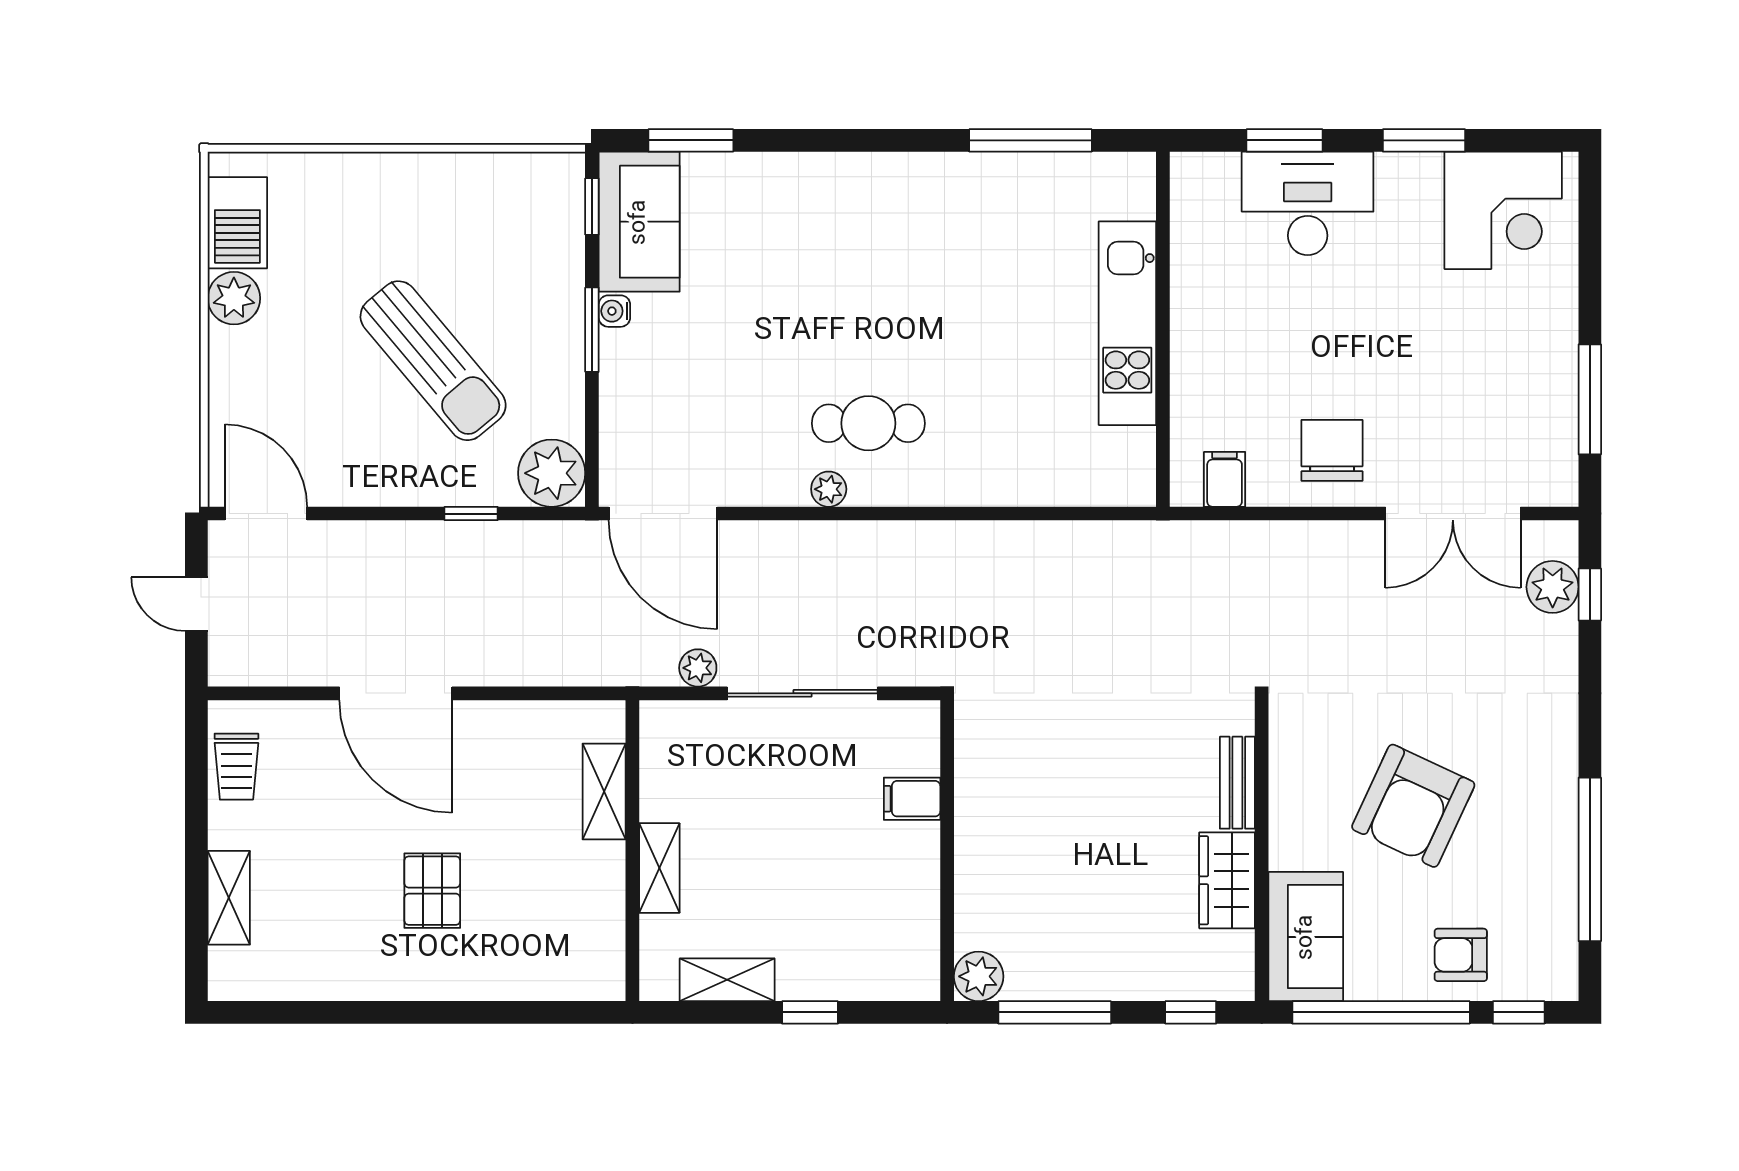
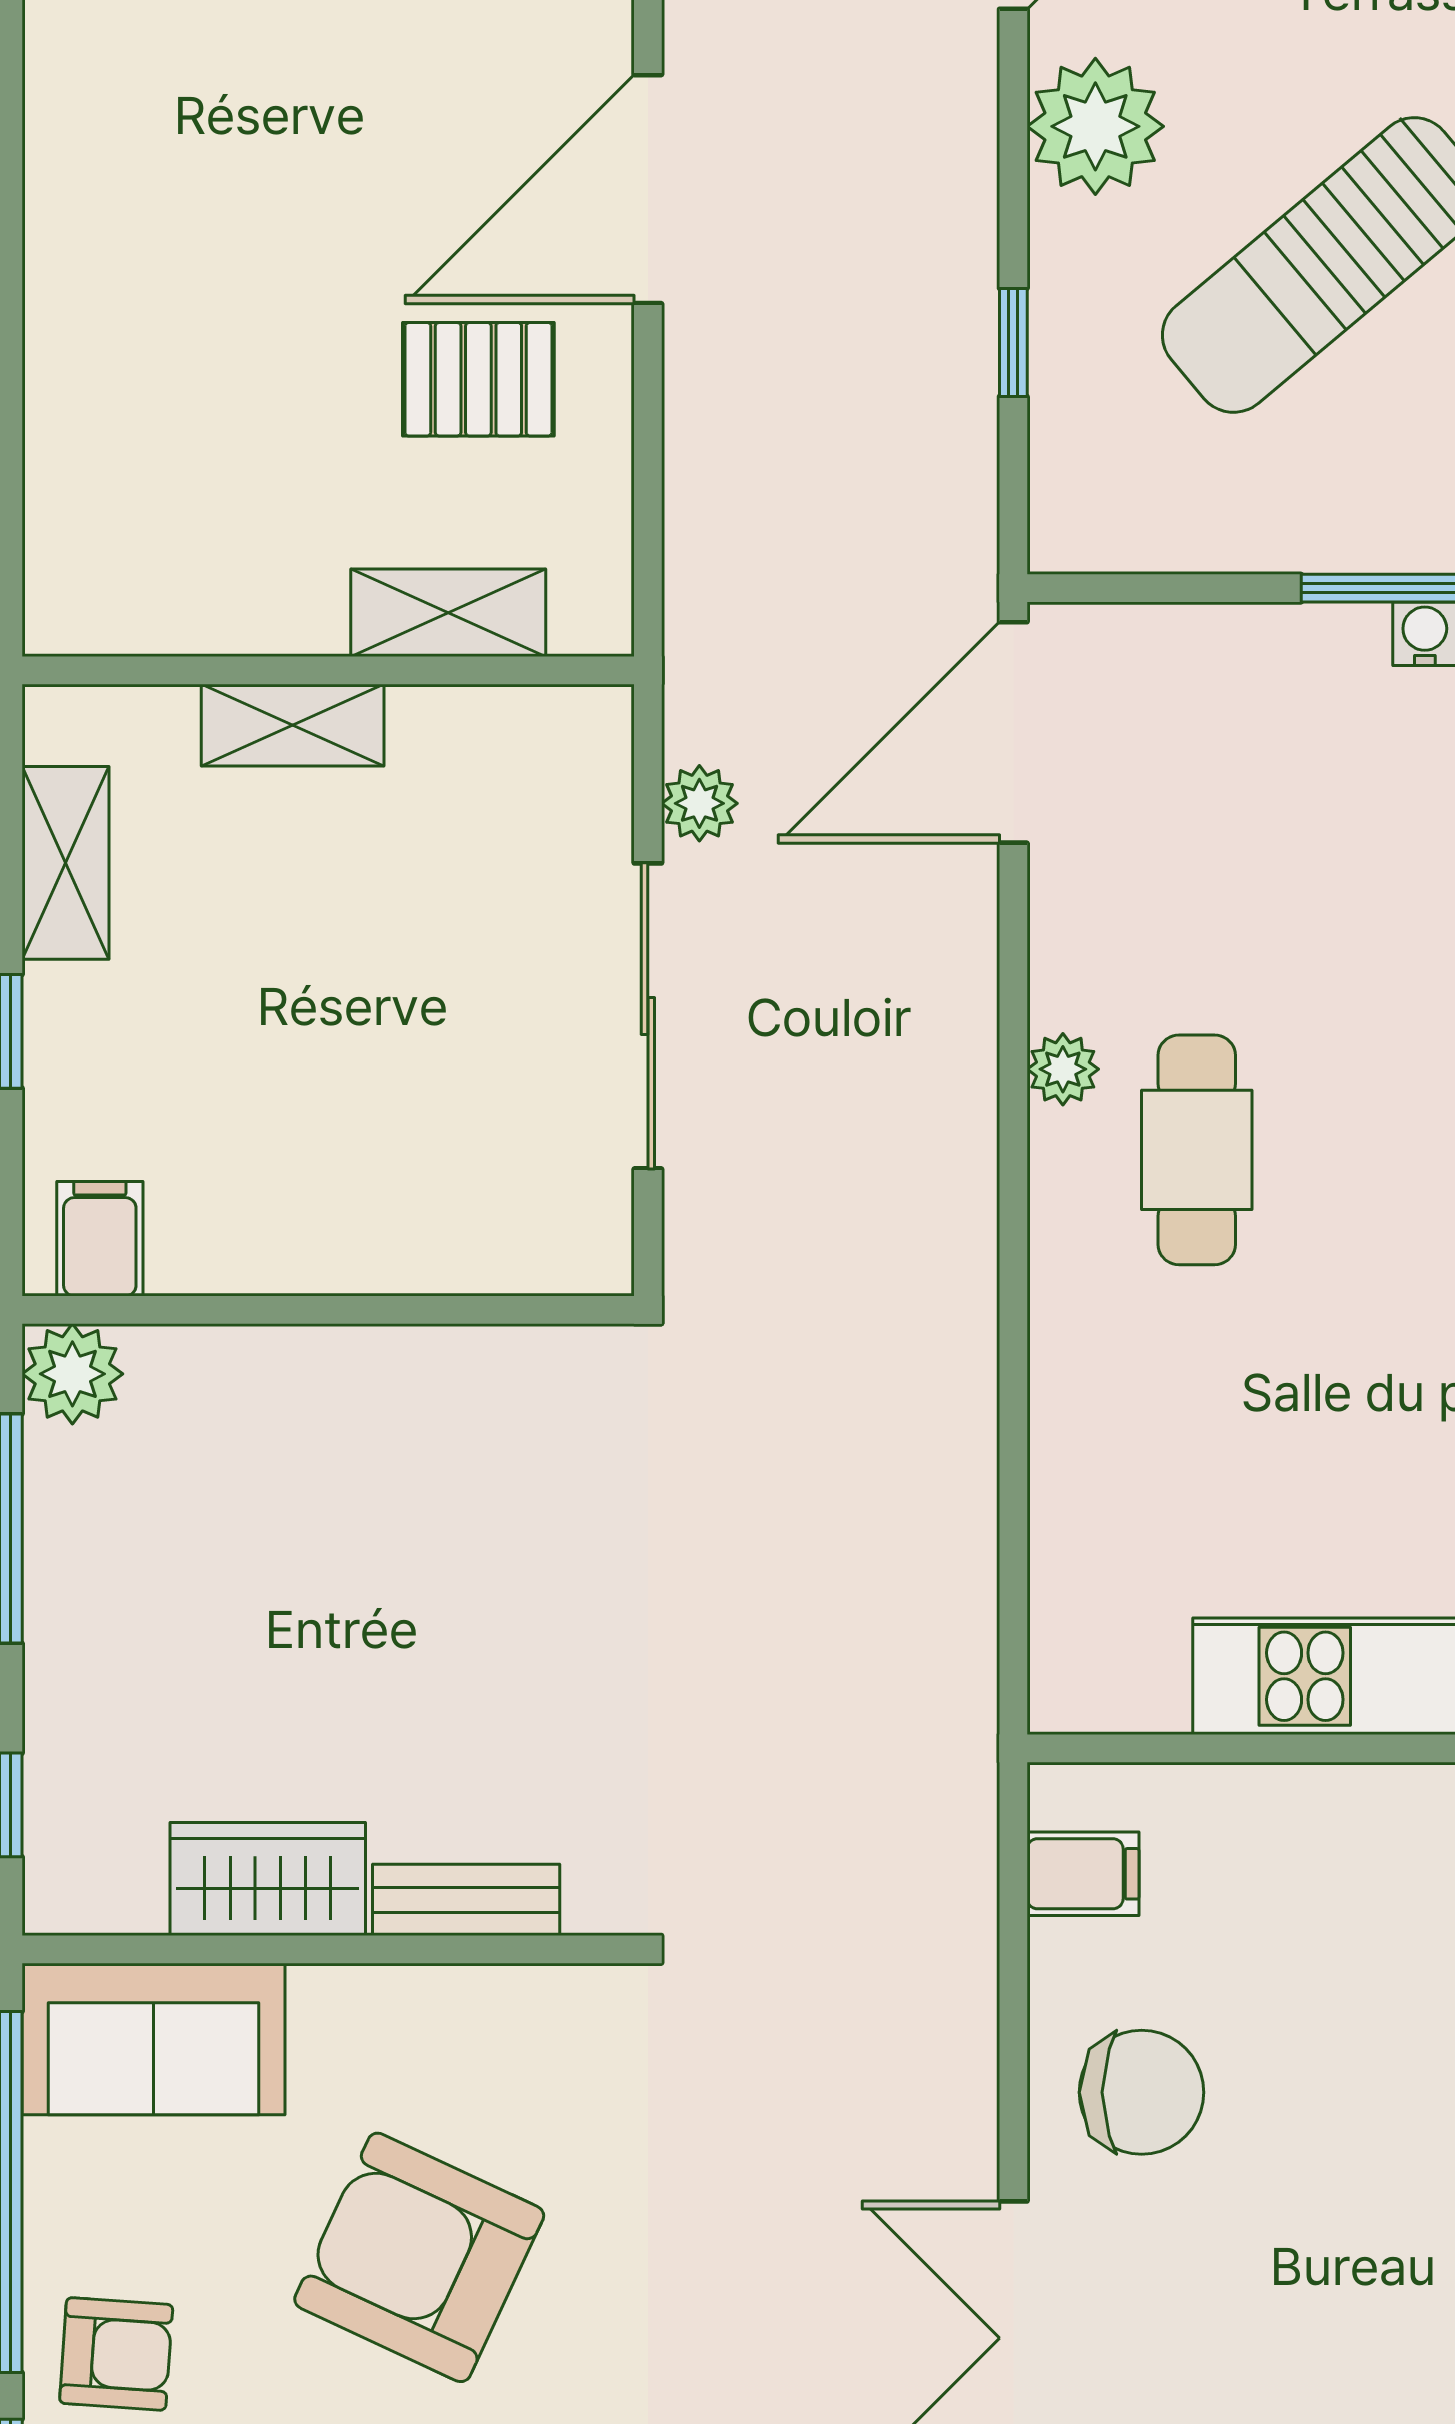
plant: (552, 473) -> (1095, 126), moved
filing cabinet: (912, 799) -> (100, 1239), moved
pallet: (432, 891) -> (478, 379), moved
armchair: (1461, 955) -> (116, 2354), turned 94

